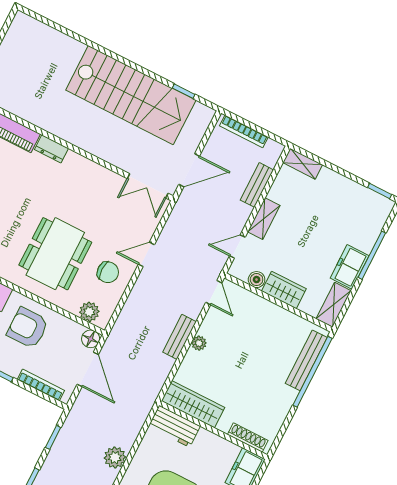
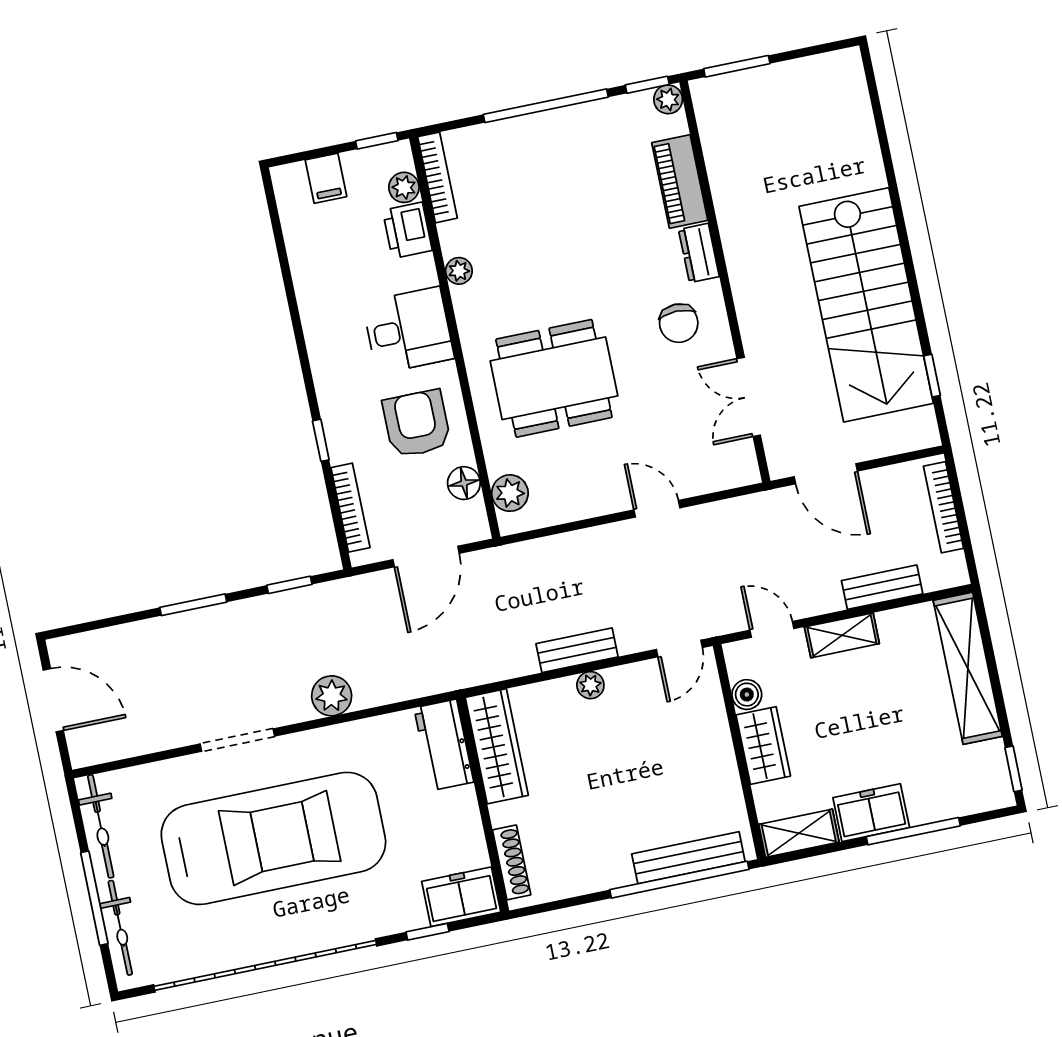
shelving: (303, 164) -> (968, 668), width x2.20, depth x1.33
double door: (148, 186) -> (749, 397), moved
chair: (108, 272) -> (679, 323), moved
floor lamp: (91, 339) -> (464, 483), moved

